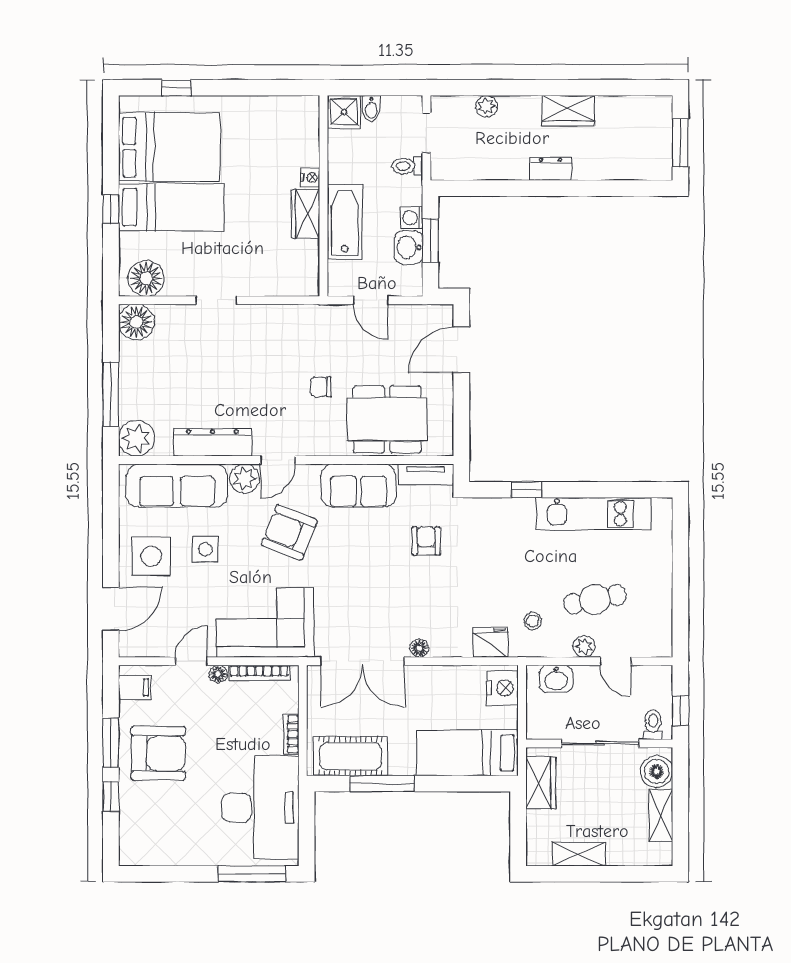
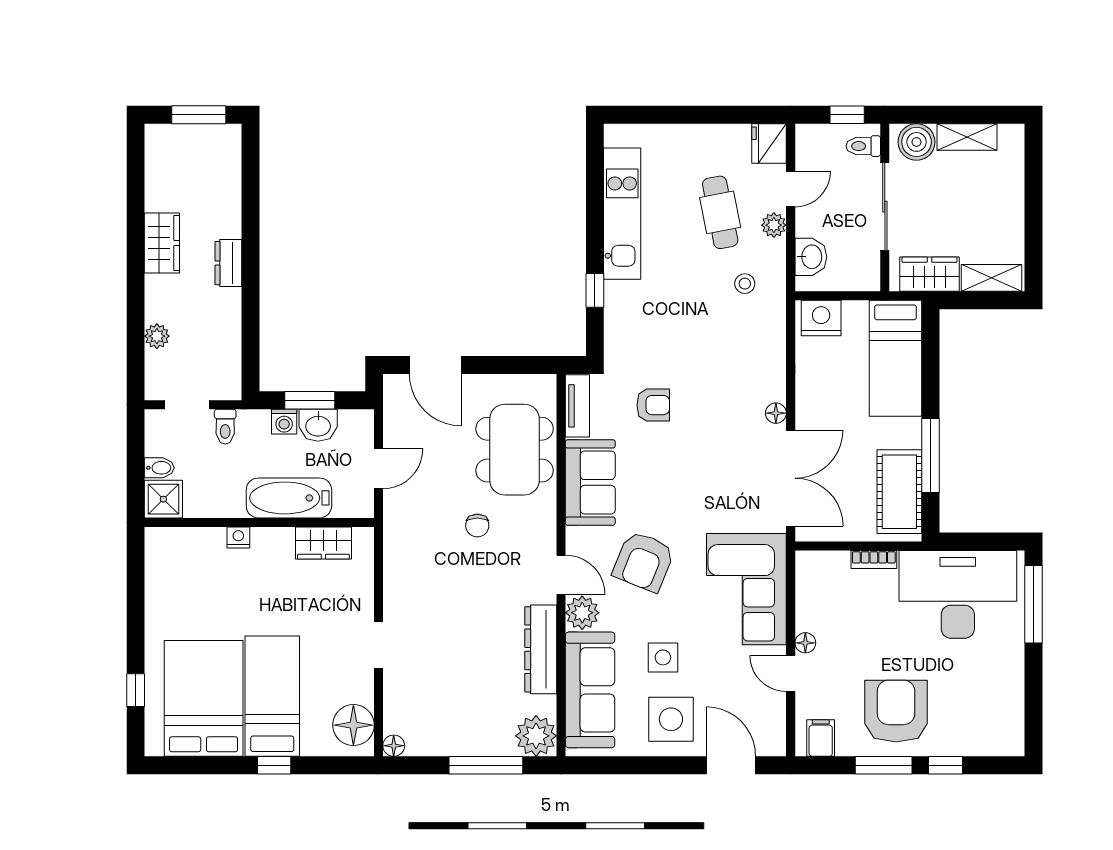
wardrobe: (305, 214) -> (323, 543), moved
floor lamp: (136, 322) -> (394, 746), width x0.53, depth x0.53
armchair: (426, 541) -> (653, 405), turned 180
fridge: (490, 642) -> (769, 143), moved
bookcase: (259, 673) -> (804, 596), removed
shelving: (578, 854) -> (992, 278), moved, turned 90

